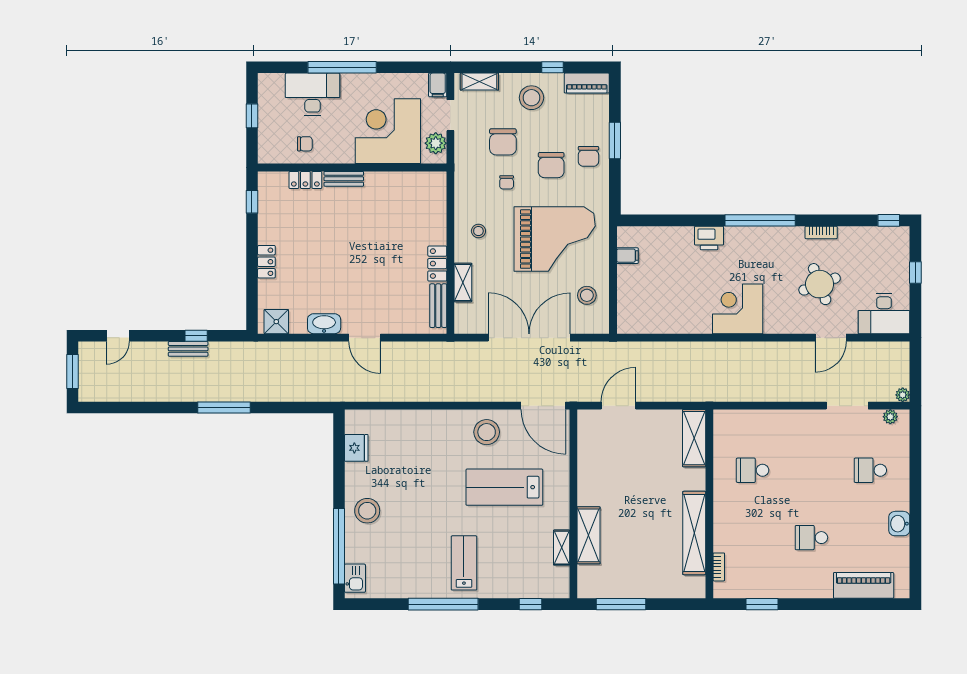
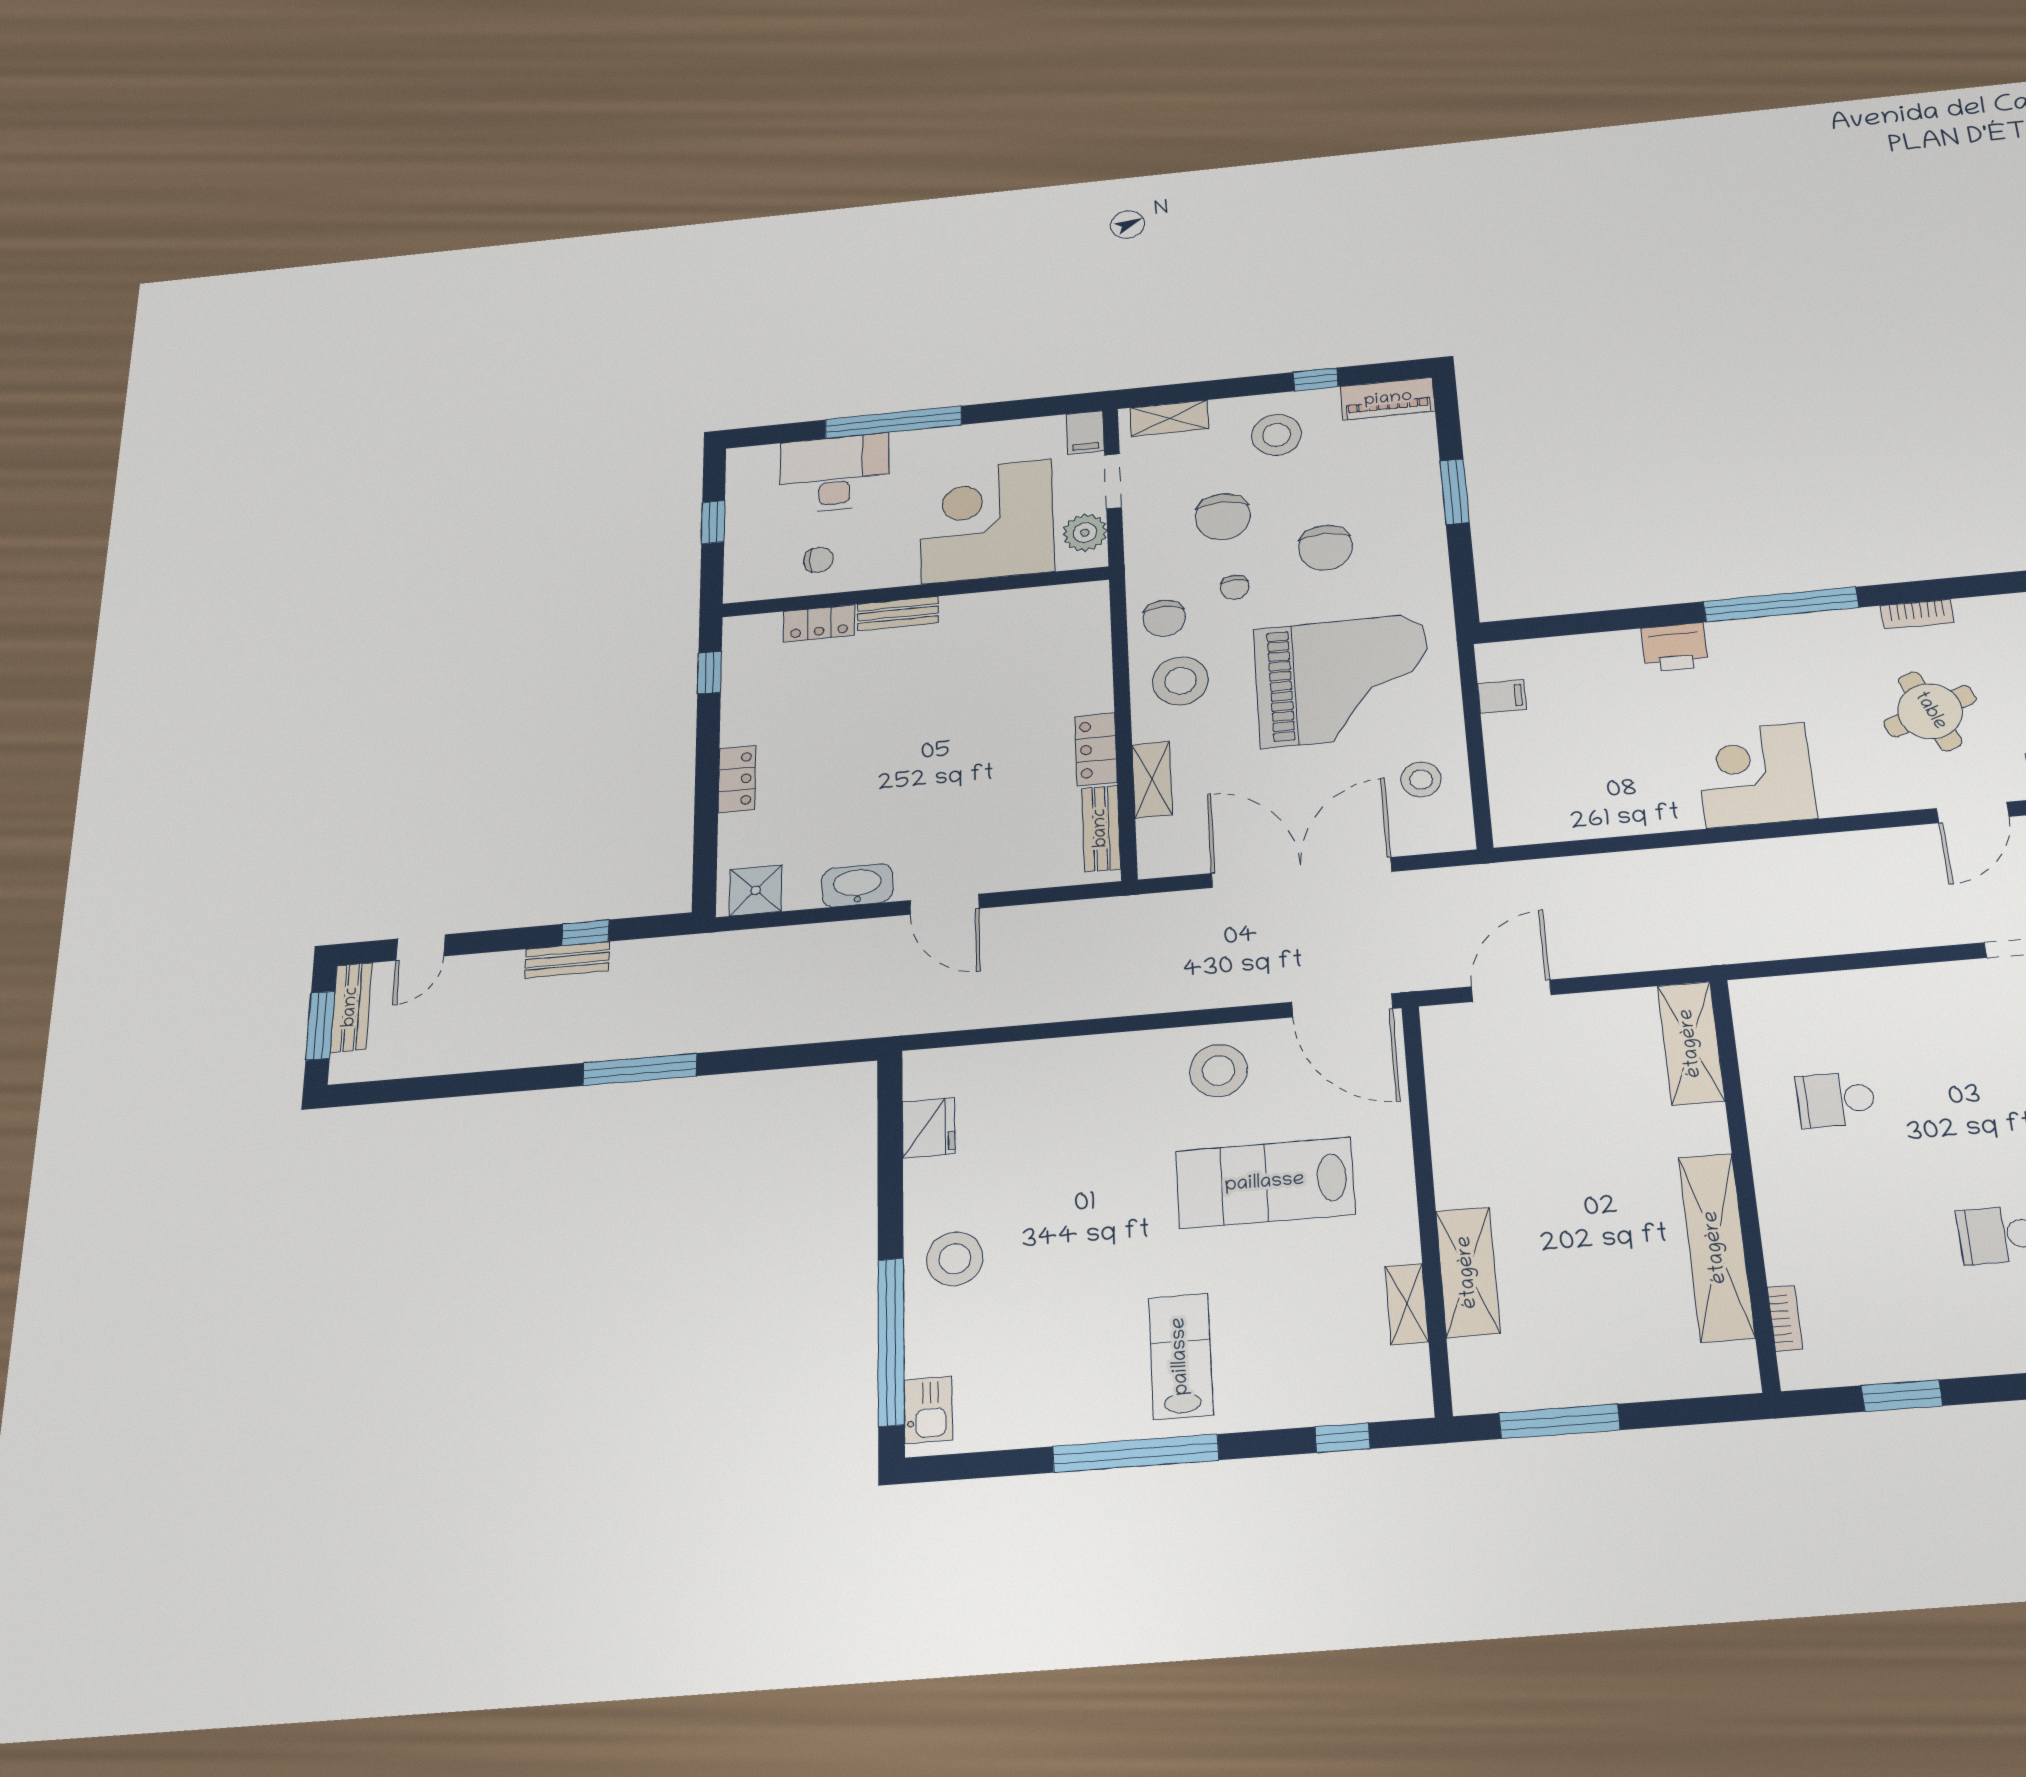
chair: (588, 156) -> (1164, 618), moved
stool: (478, 231) -> (1180, 681), width x1.89, depth x1.89
bench: (87, 364) -> (351, 1007), added

